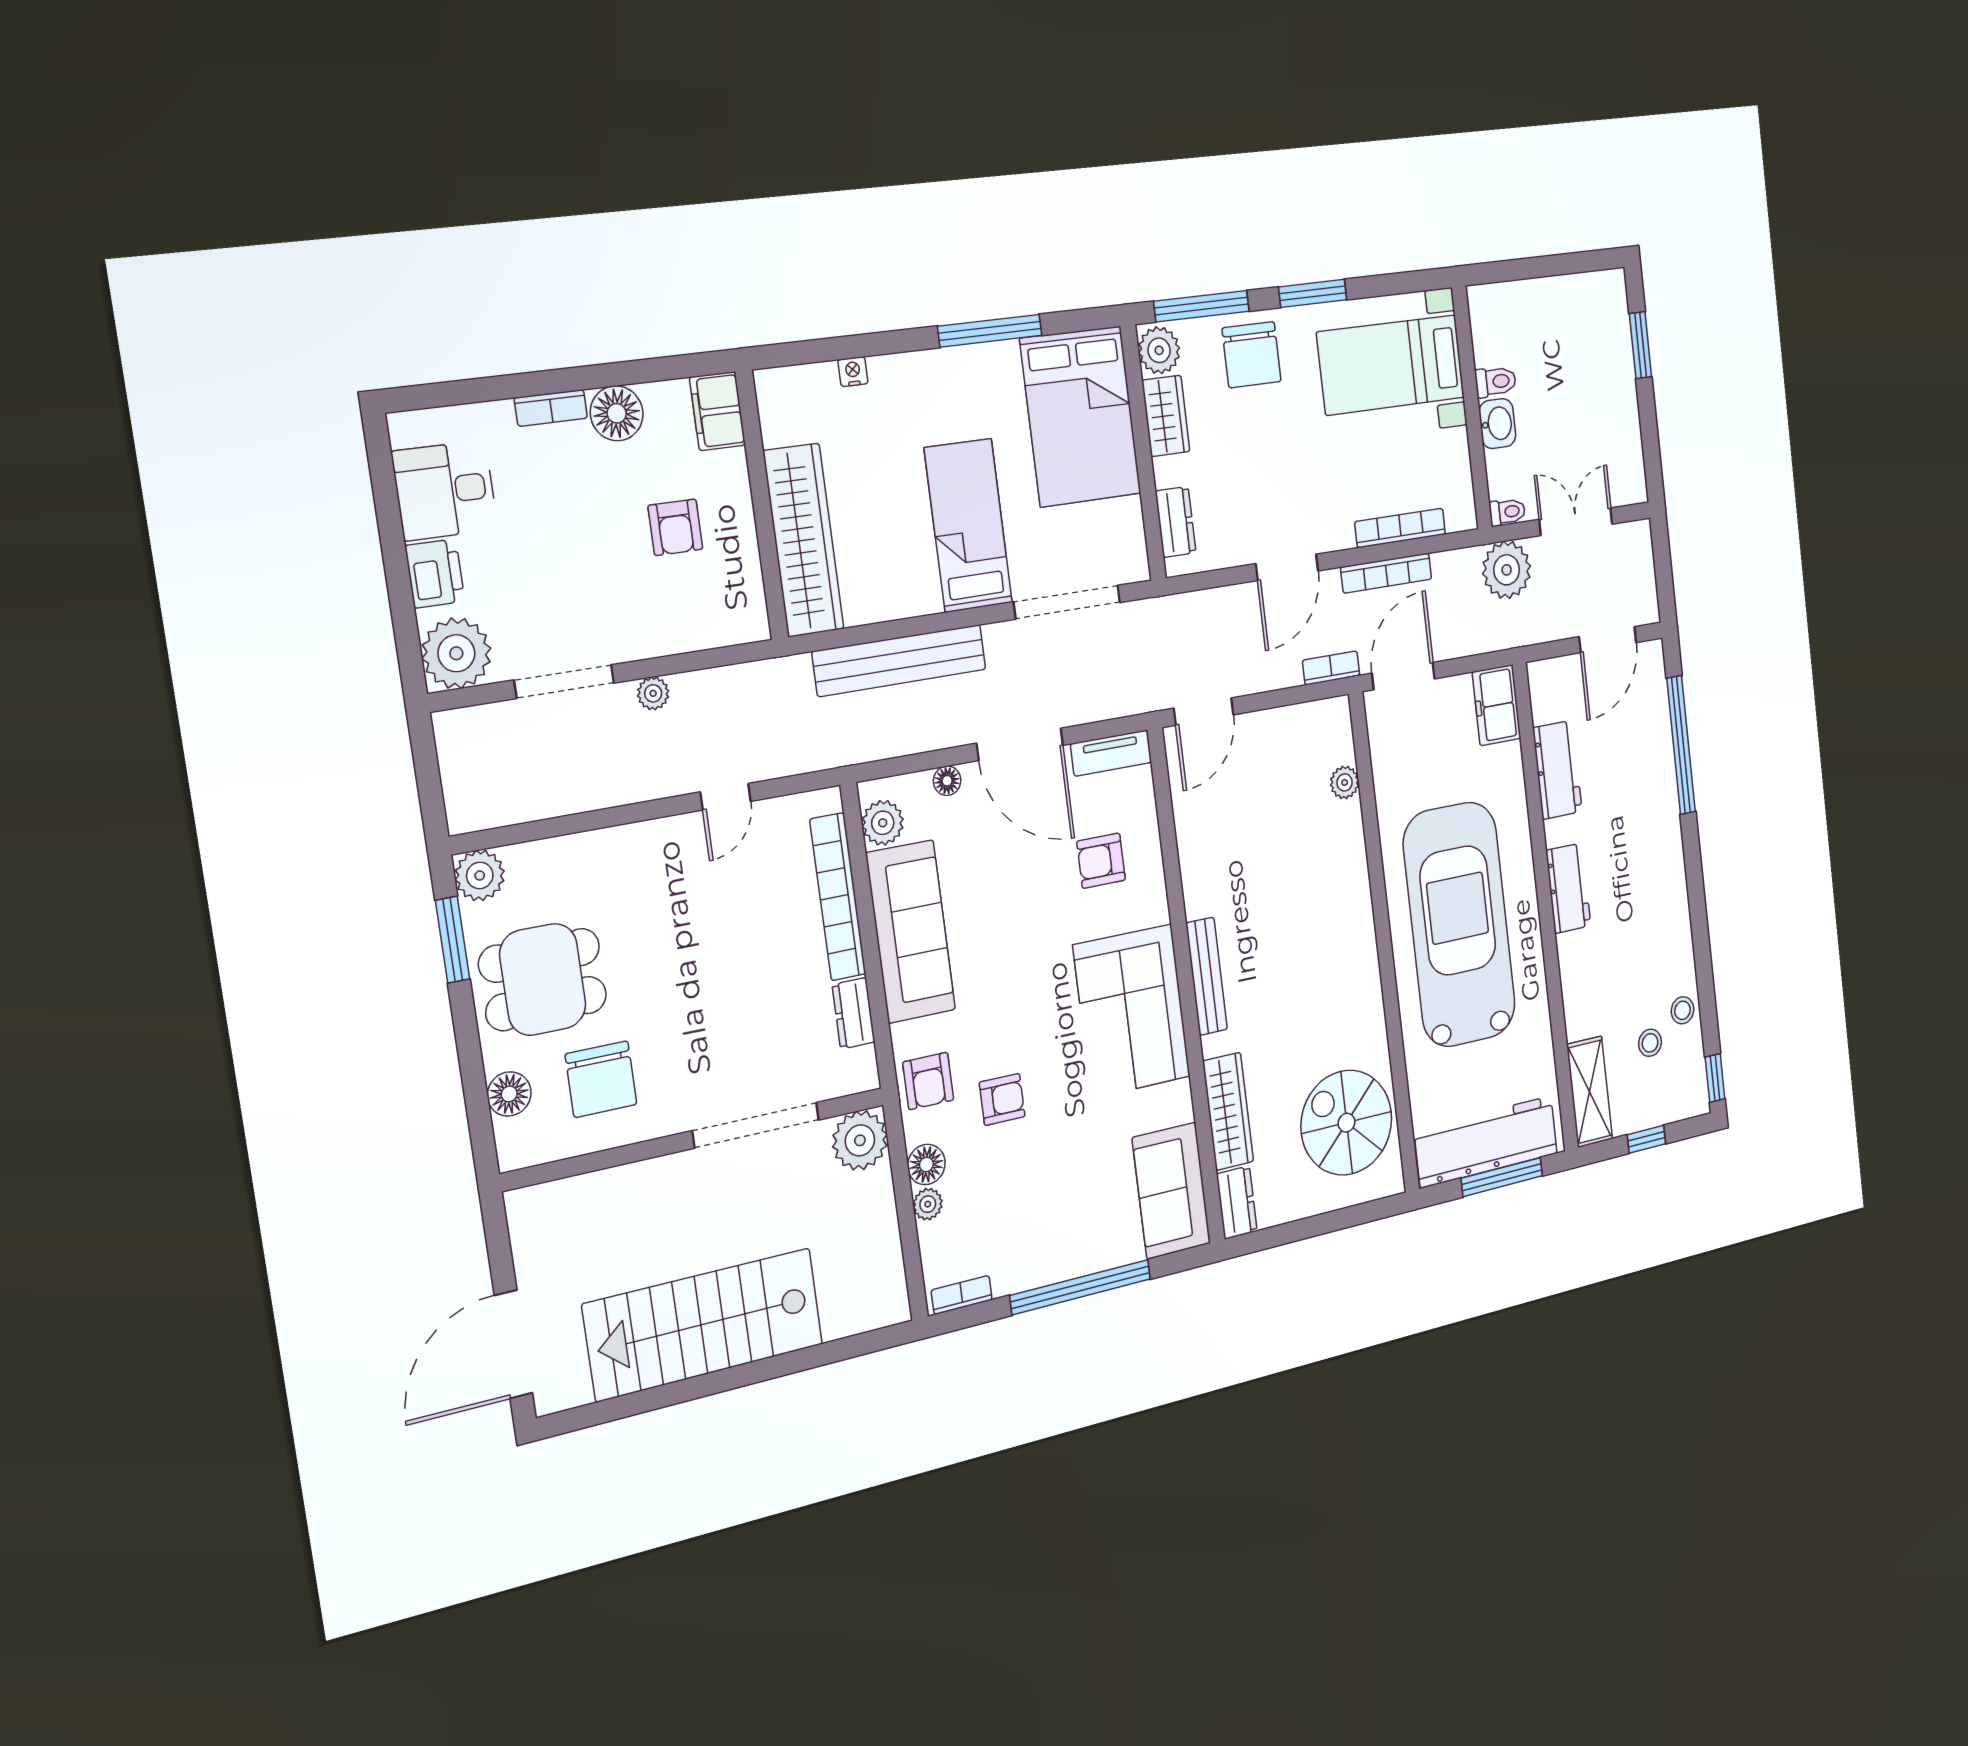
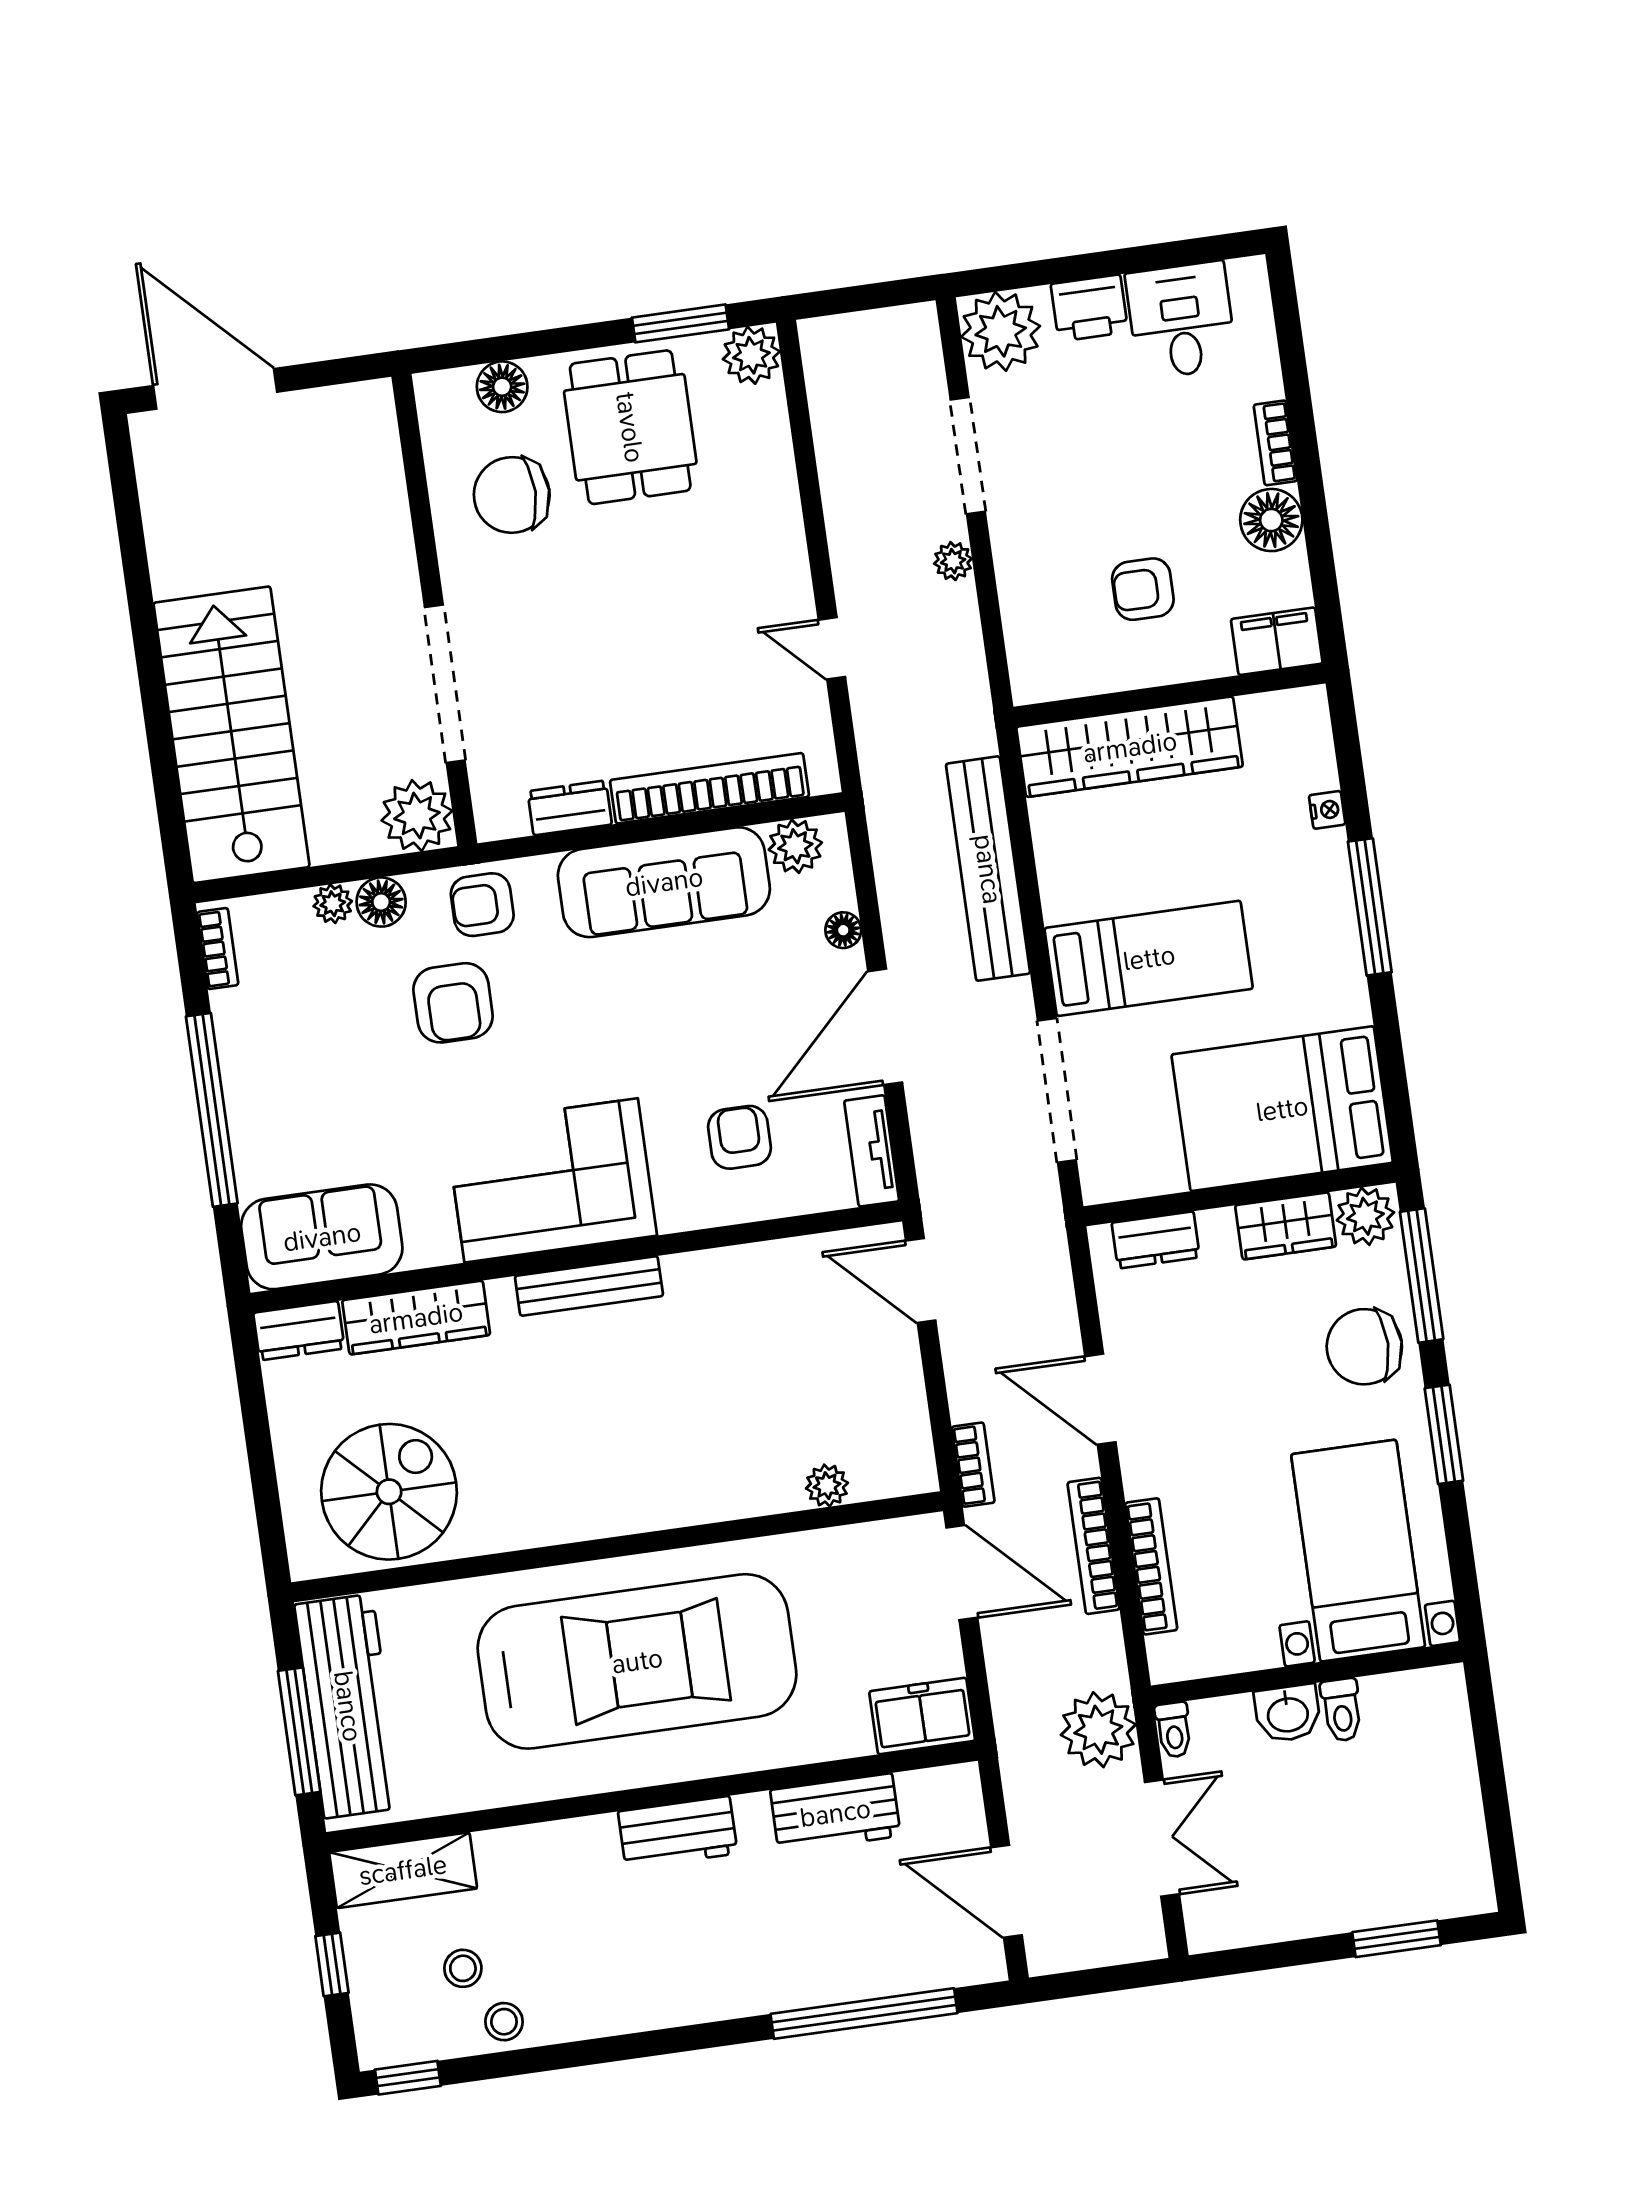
window: (990, 331) -> (1370, 907), moved
armchair: (1002, 1099) -> (453, 1003), width x1.38, depth x1.38
stairs: (704, 1324) -> (232, 735), moved

